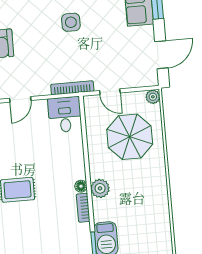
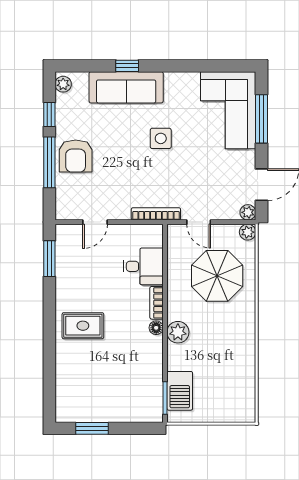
plant: (152, 80) -> (248, 212), added
desk: (65, 115) -> (143, 266), moved, turned 90
bookcase: (83, 208) -> (157, 303), moved

